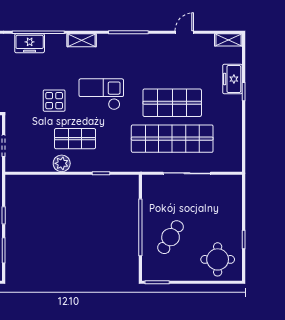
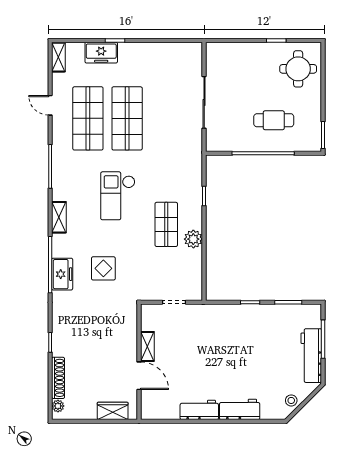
display table: (54, 101) -> (103, 268), moved
shop shelf: (172, 139) -> (88, 118), moved, width x0.71
cafe table: (171, 237) -> (274, 120), turned -32

